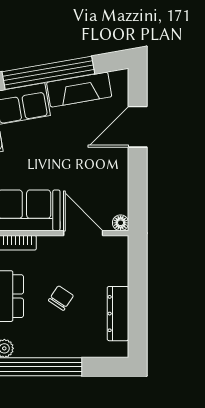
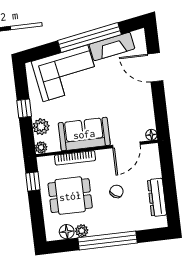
door: (138, 127) -> (155, 67), hinge flipped
door: (83, 233) -> (126, 145), swing flipped

